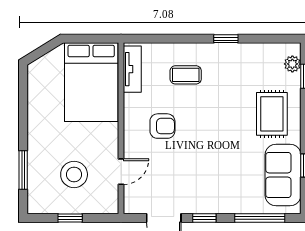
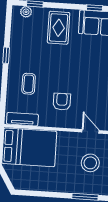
rug: (272, 114) -> (59, 28), turned 90

